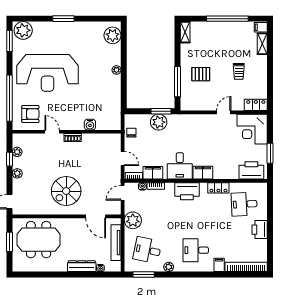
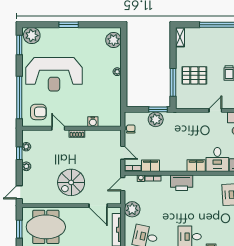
pallet: (201, 74) -> (194, 75), width x1.50, depth x1.42
desk: (180, 166) -> (217, 159), moved
locker: (218, 188) -> (211, 180), removed

